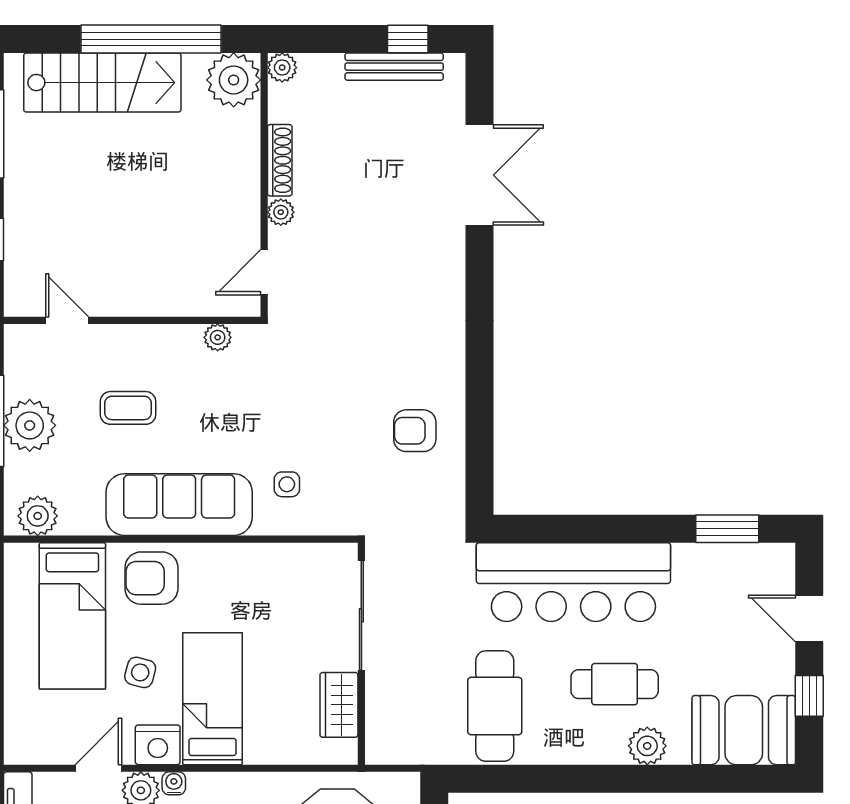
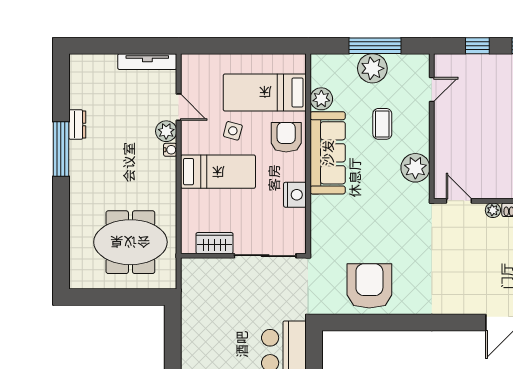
plant: (218, 337) -> (415, 168), width x1.88, depth x1.88
armchair: (415, 431) -> (369, 286), width x1.88, depth x1.88
side table: (287, 484) -> (339, 214), removed
plant: (38, 516) -> (321, 99), moved
cafe table: (495, 706) -> (214, 331), removed
nightstand: (158, 745) -> (295, 195), moved, turned 180

